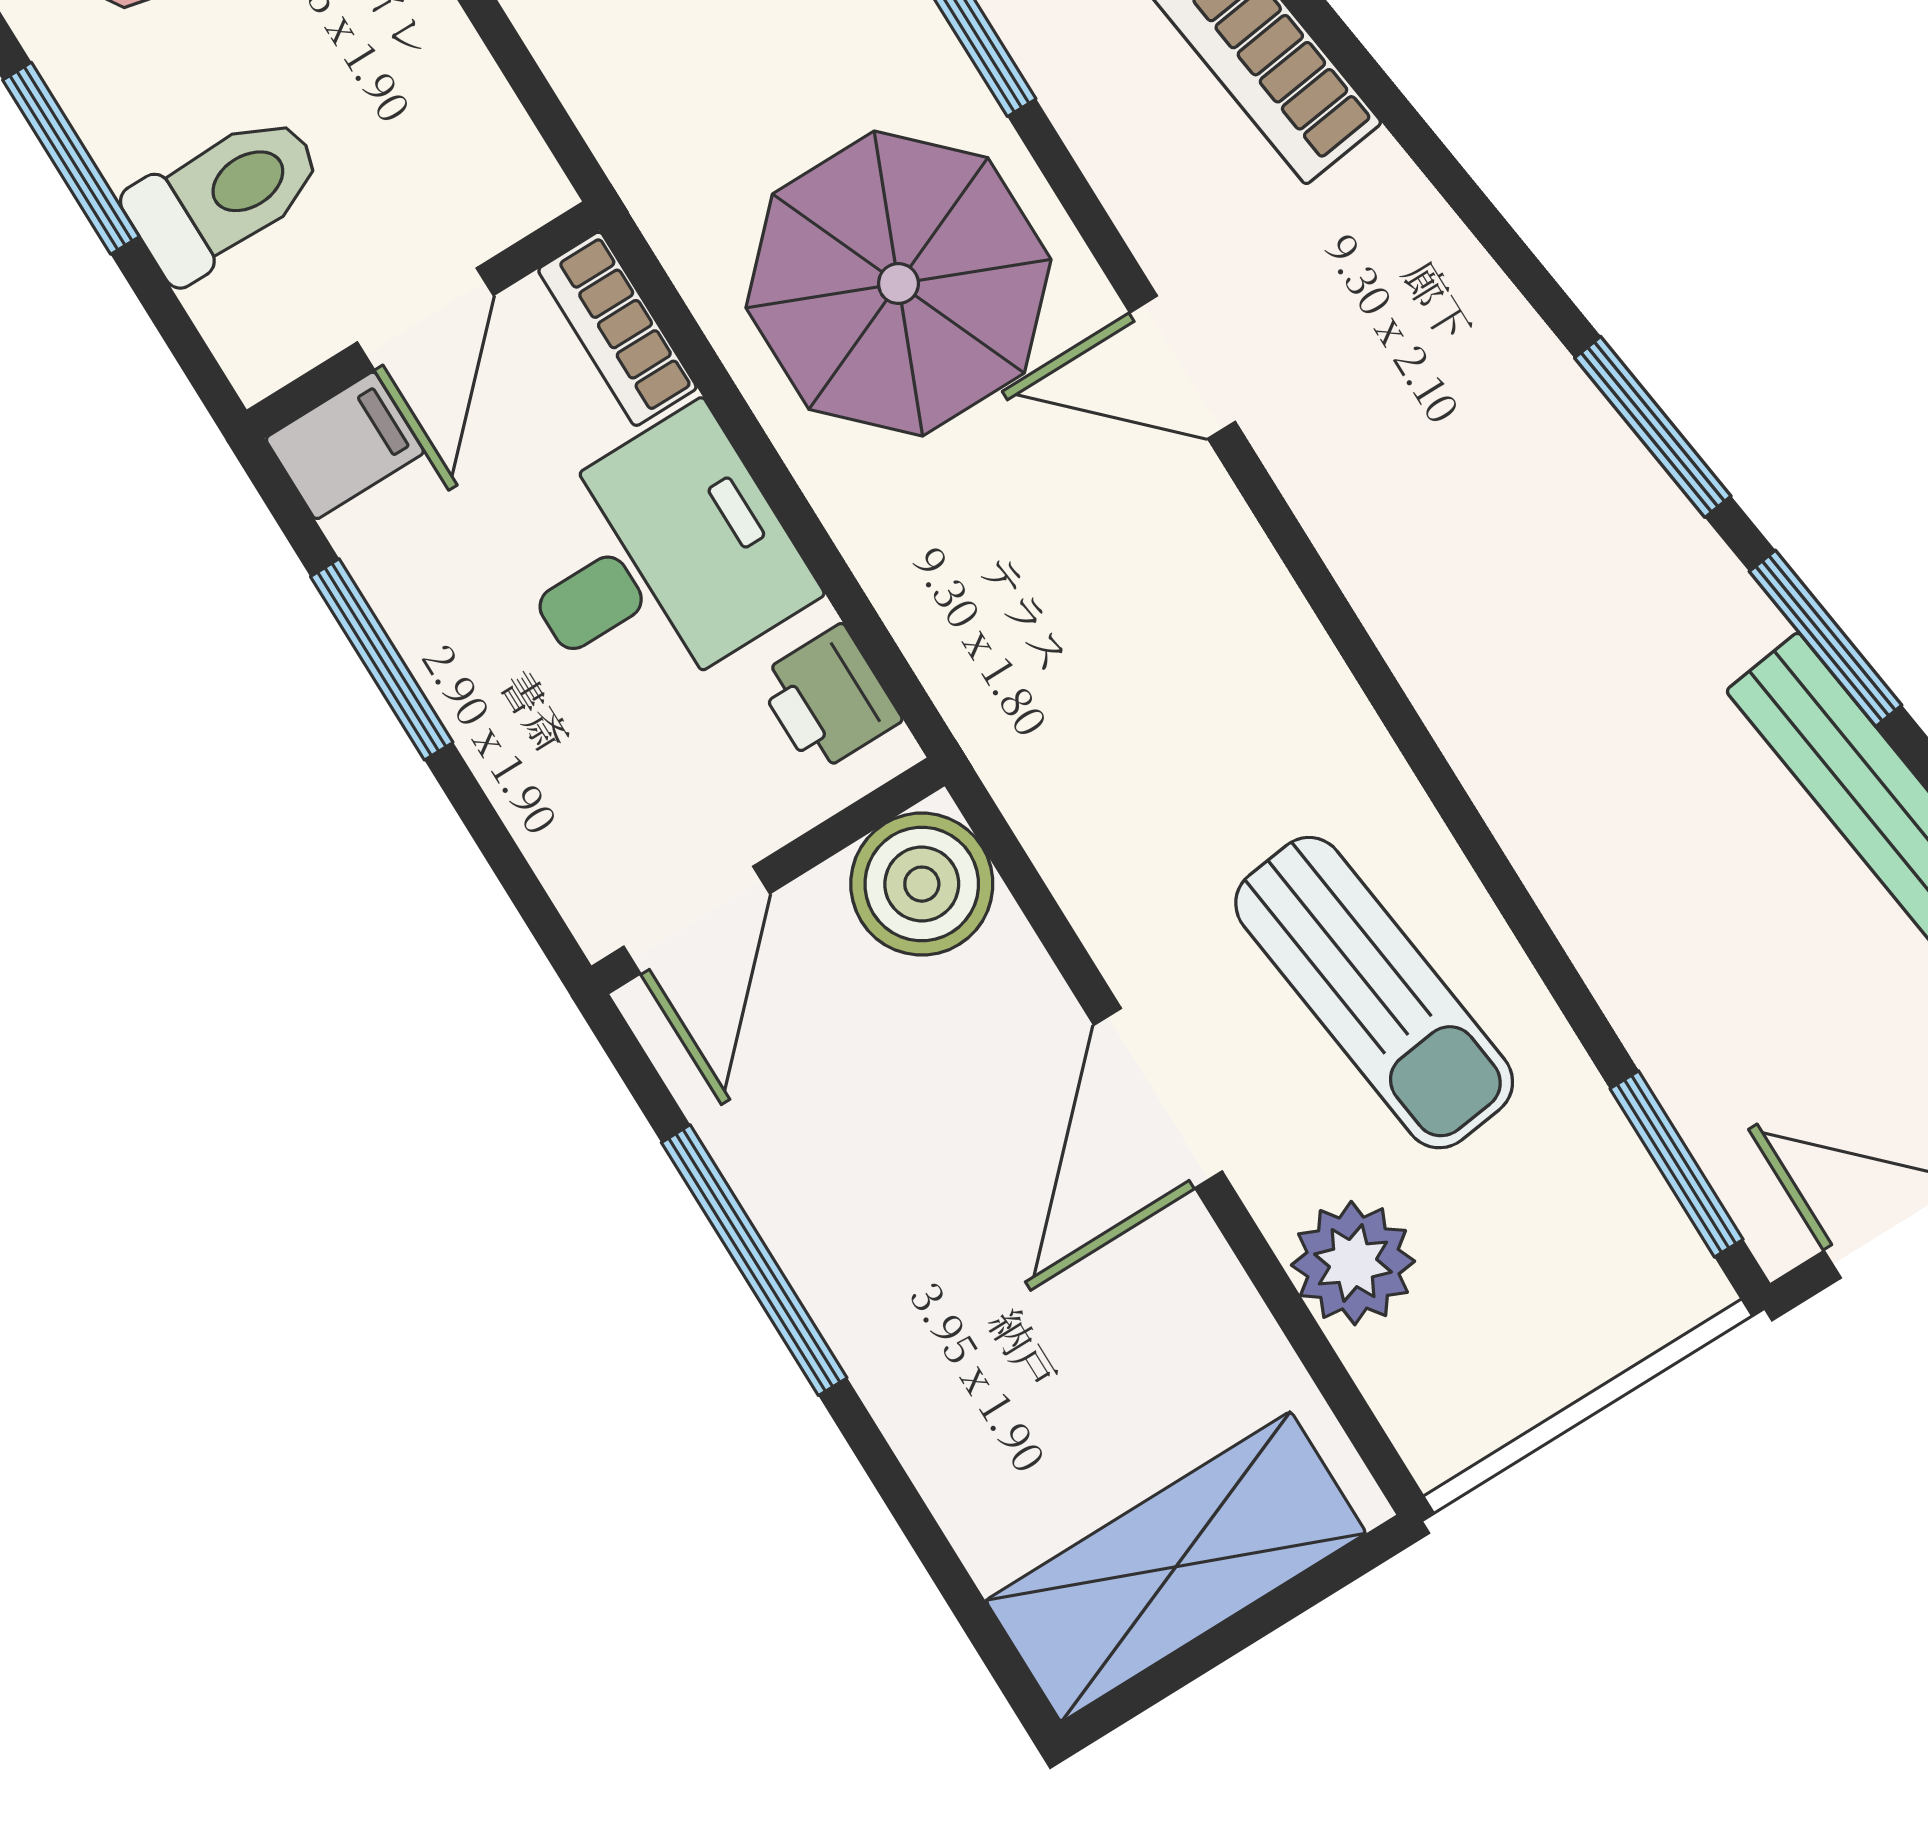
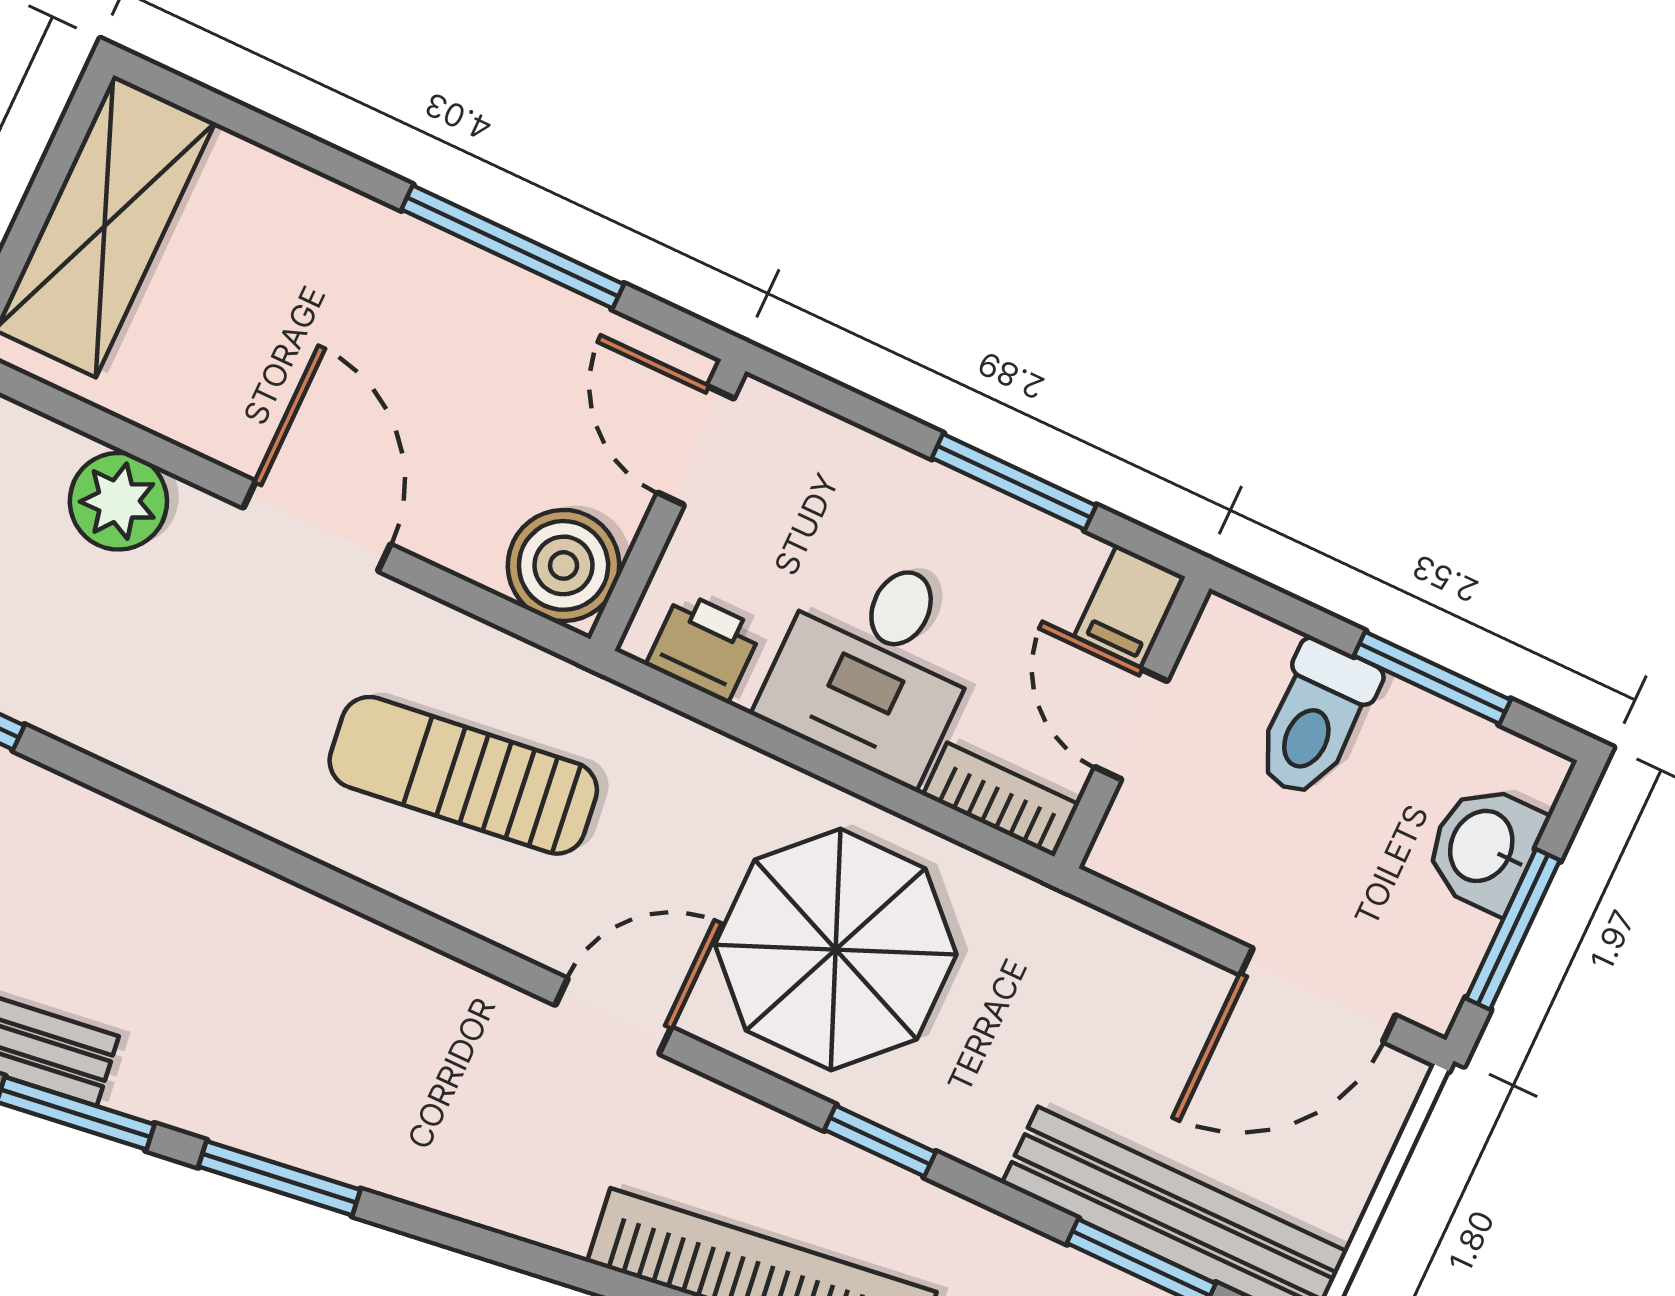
sun lounger: (1374, 993) -> (463, 775), moved

